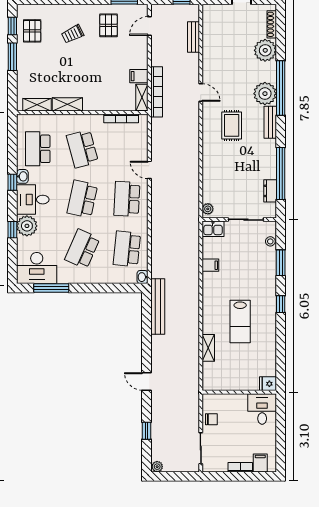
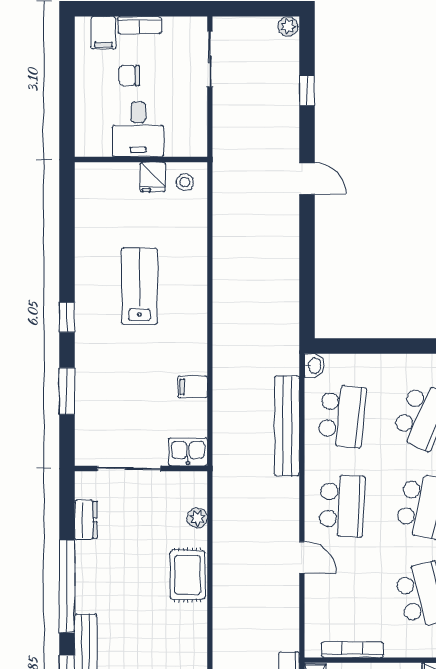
rug: (232, 125) -> (188, 575), moved
window: (281, 173) -> (67, 586), moved
plant: (208, 209) -> (197, 518), moved
stool: (270, 241) -> (185, 182), moved
bench: (158, 306) -> (287, 426), moved
shelving: (208, 348) -> (197, 239), removed
fridge: (268, 384) -> (153, 177), moved, turned 90
desk: (262, 409) -> (138, 129), moved
chair: (211, 419) -> (129, 75), moved

